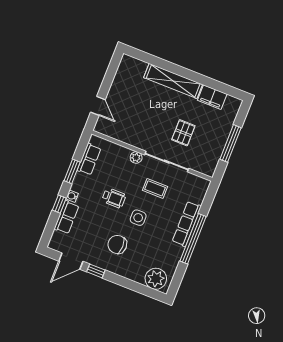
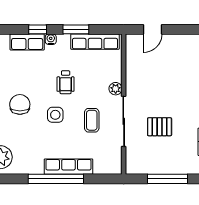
row of seats: (89, 159) -> (95, 42), width x1.48

